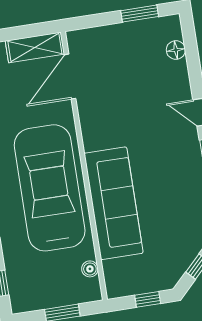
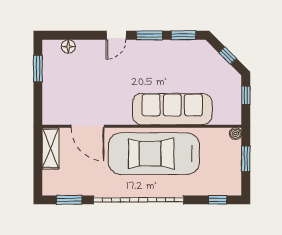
door: (70, 77) -> (88, 126), moved
boiler: (90, 269) -> (235, 134), moved

